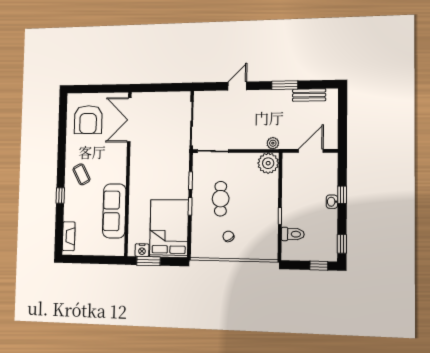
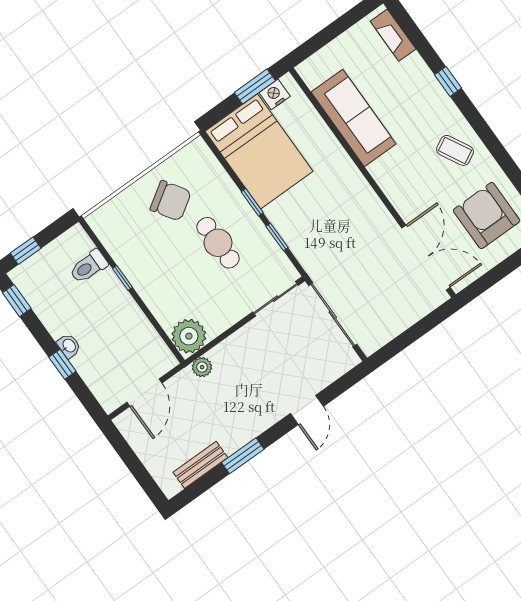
coffee table: (81, 174) -> (455, 150), moved
chair: (228, 236) -> (171, 201), width x1.87, depth x1.87

